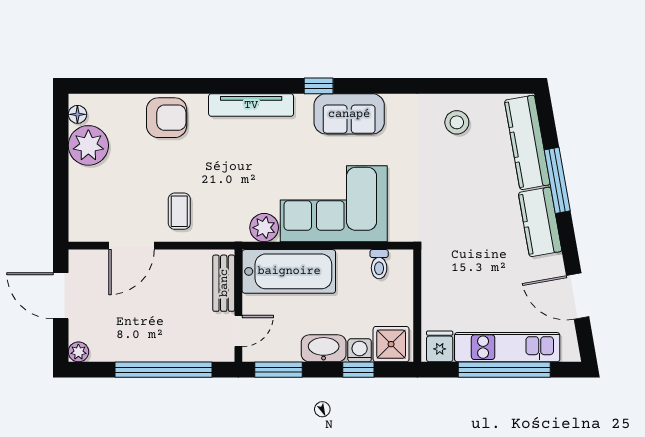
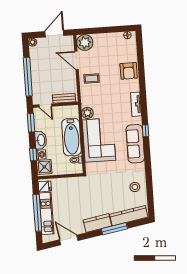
tv unit: (251, 105) -> (136, 104), width x0.71
sofa: (349, 114) -> (135, 144), width x1.36
plant: (88, 145) -> (85, 43), moved
bathtub: (289, 271) -> (71, 137), moved
door: (578, 296) -> (69, 240), hinge flipped

